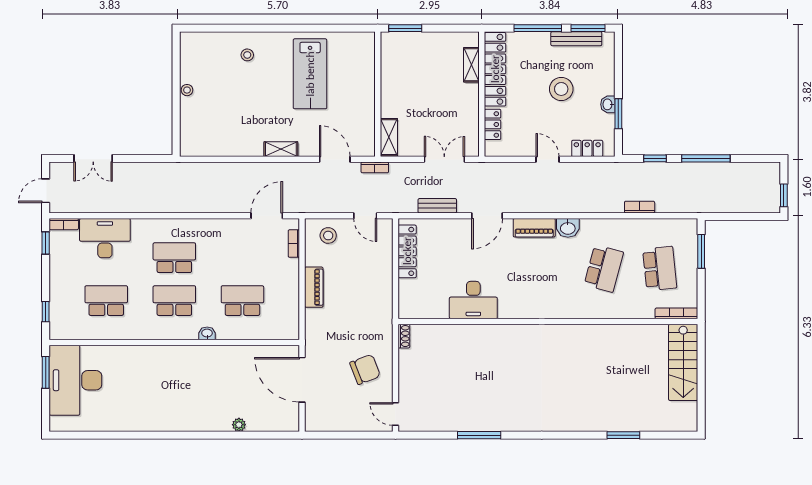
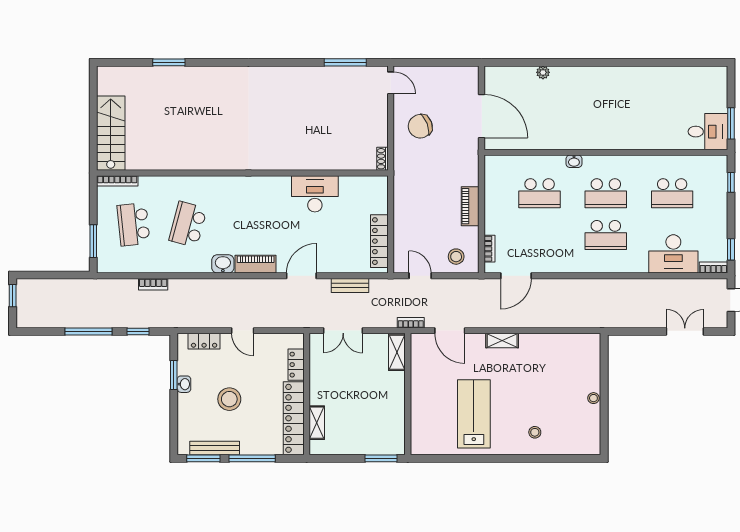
desk: (75, 380) -> (708, 132), width x0.53, depth x0.77
window: (479, 435) -> (345, 62), moved

